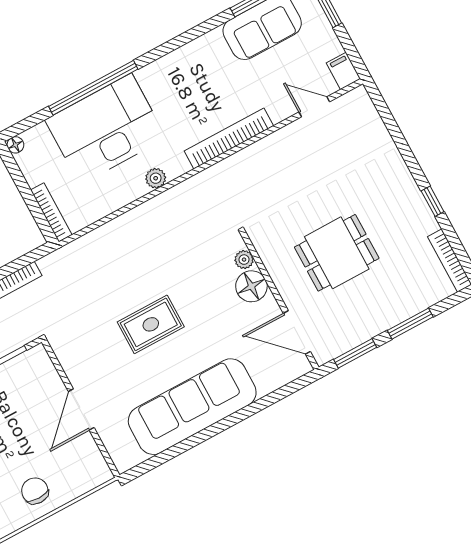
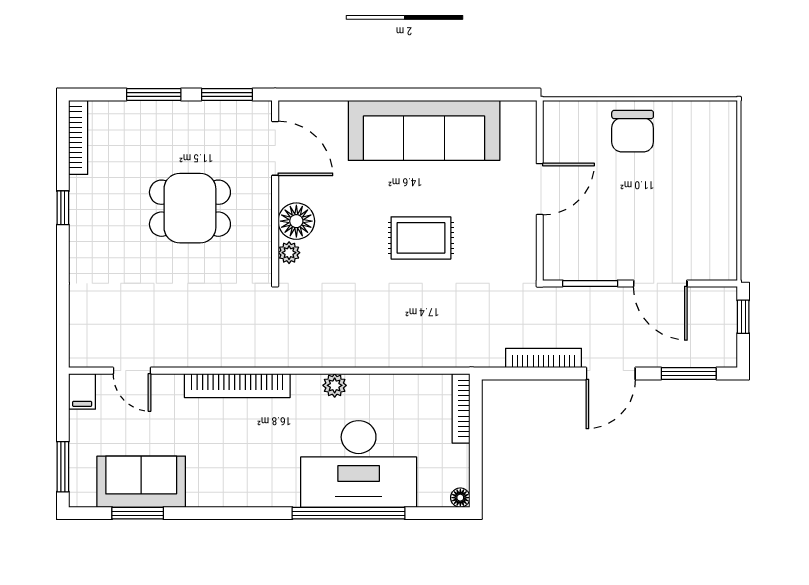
chair: (35, 491) -> (633, 131), width x1.37, depth x1.37

